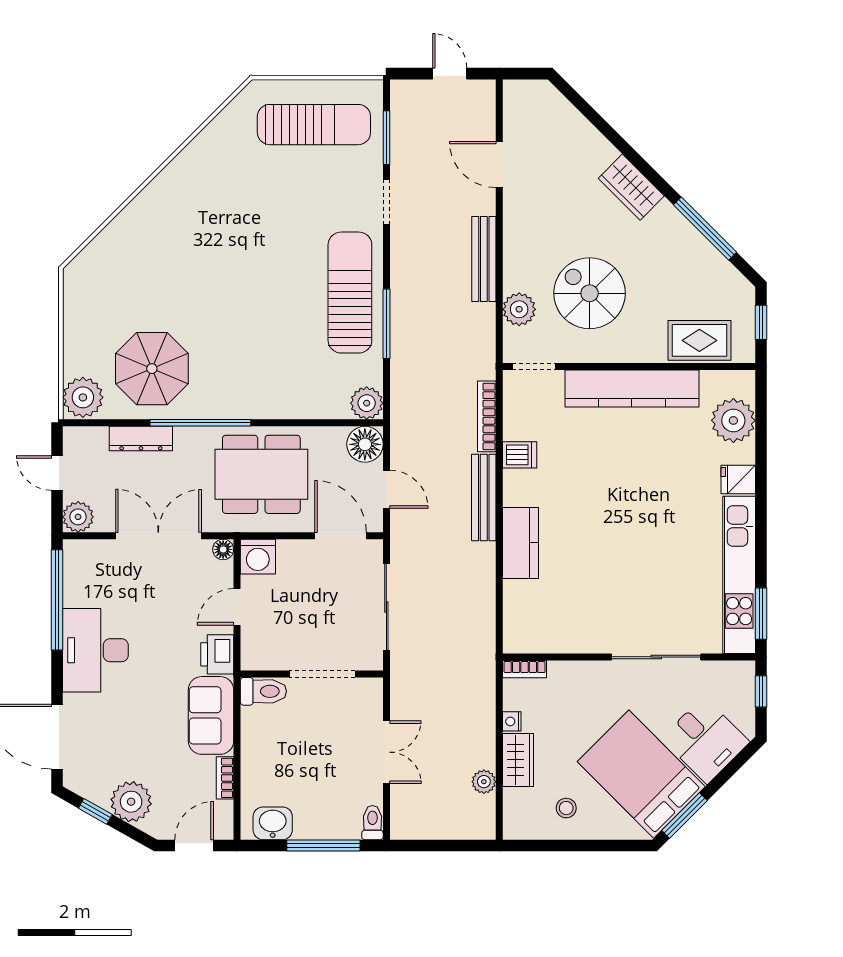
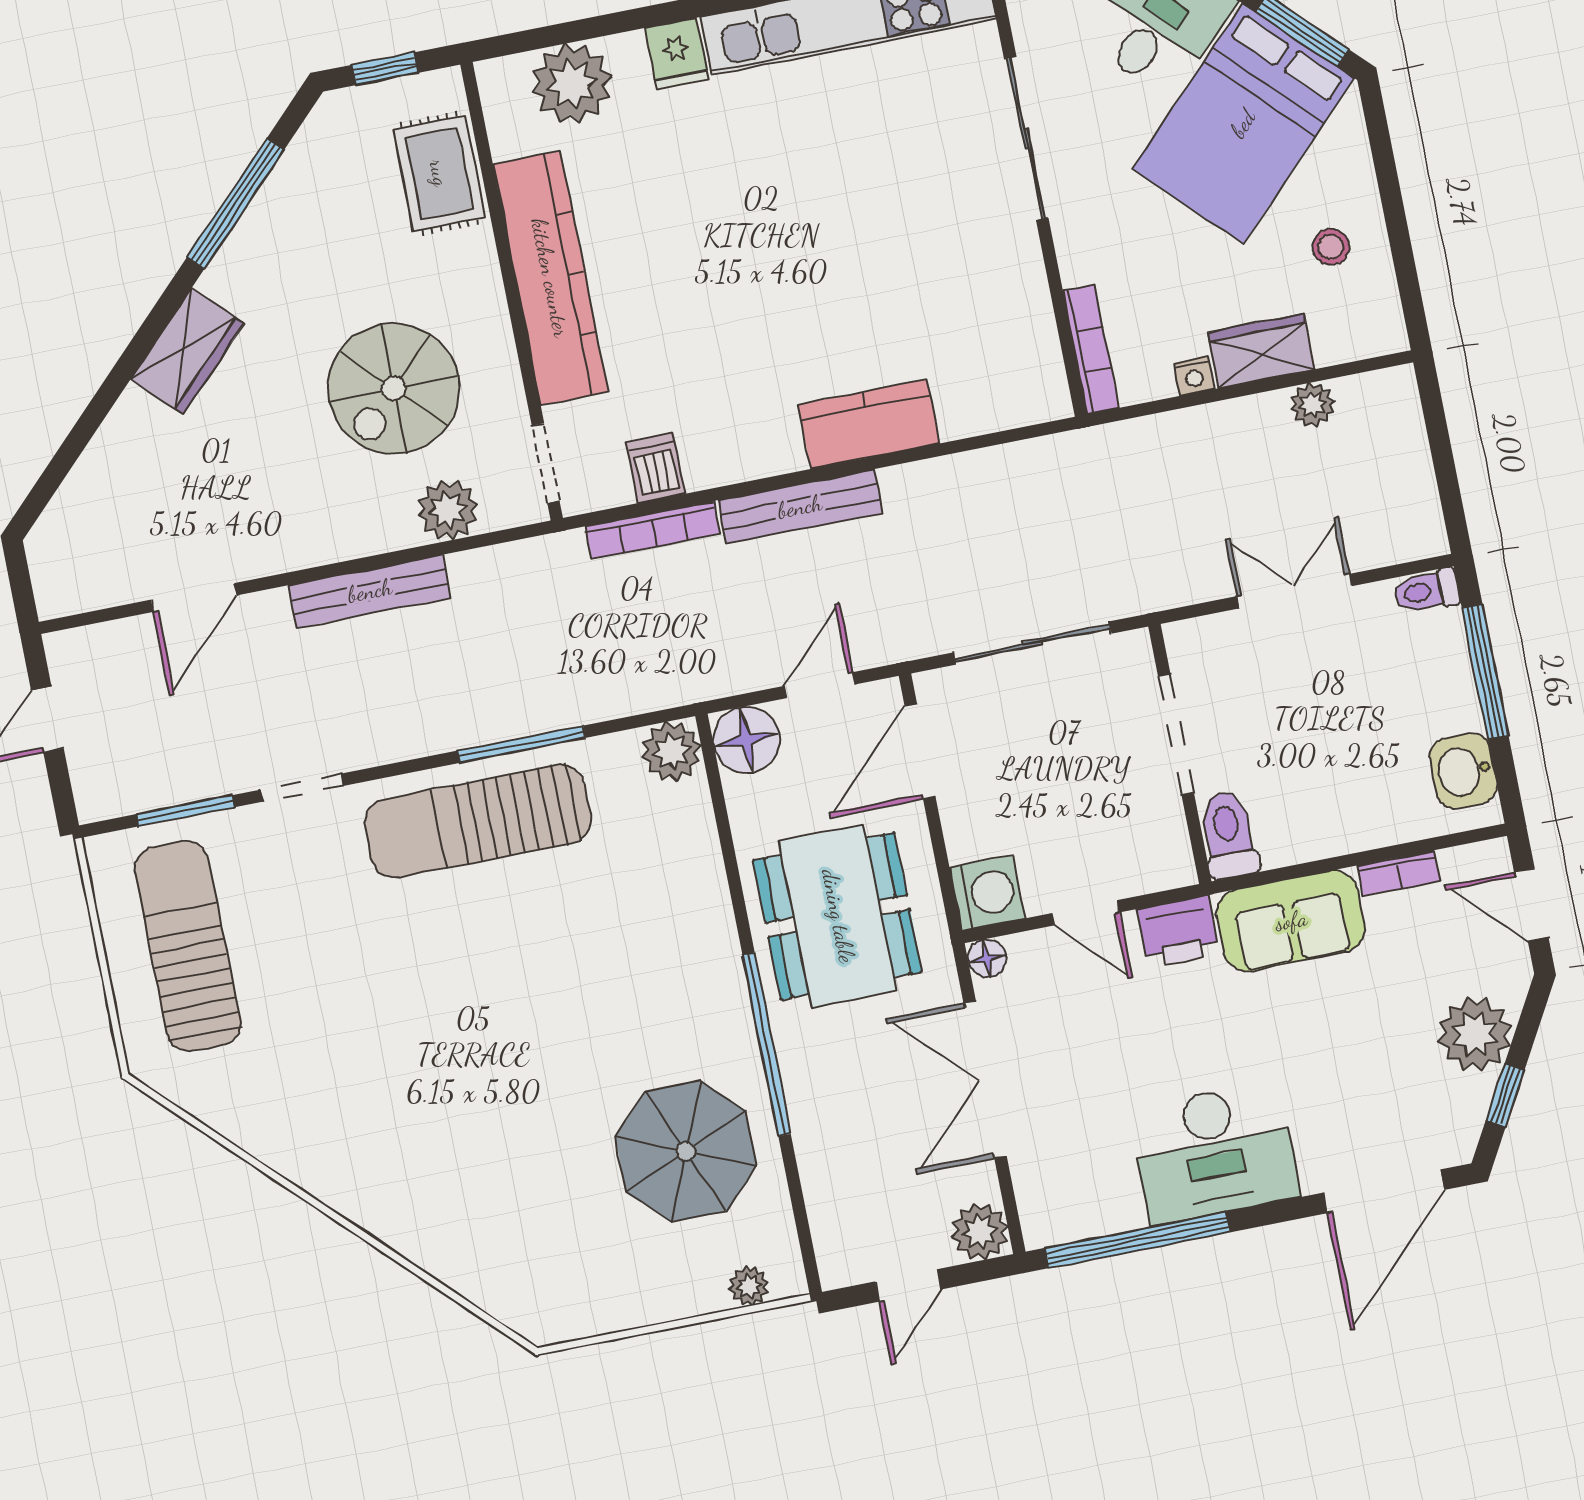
plant: (83, 397) -> (749, 1286), width x0.53, depth x0.53
dresser: (141, 439) -> (816, 1146), removed
dishwasher: (520, 455) -> (656, 468), moved
bookcase: (525, 669) -> (1091, 349), width x1.56

